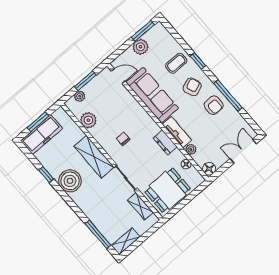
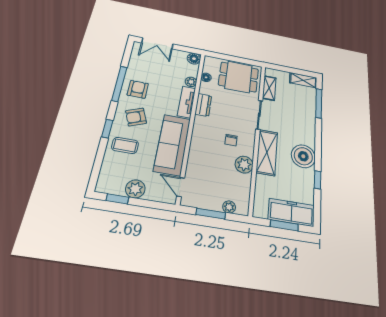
window: (143, 31) -> (117, 199), width x0.67
plant: (88, 120) -> (244, 165), moved

